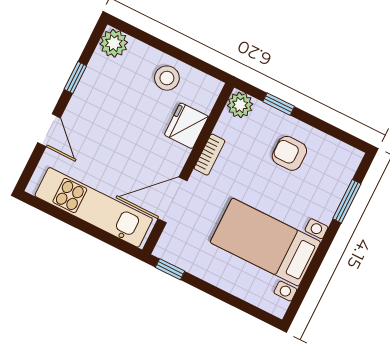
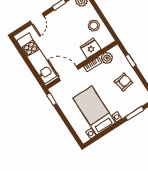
plant: (240, 105) -> (107, 58), moved
armchair: (289, 153) -> (123, 82), turned 81

